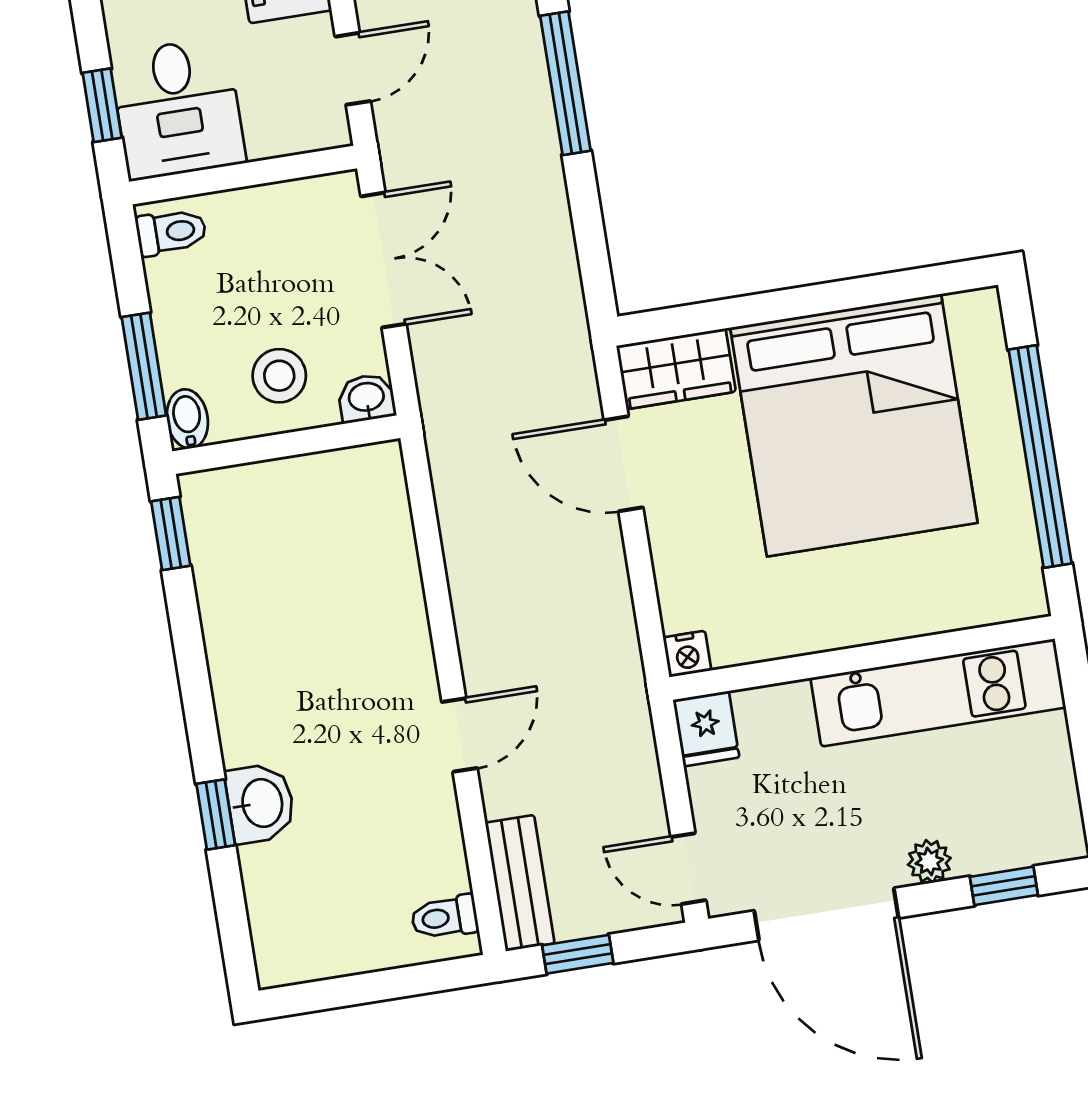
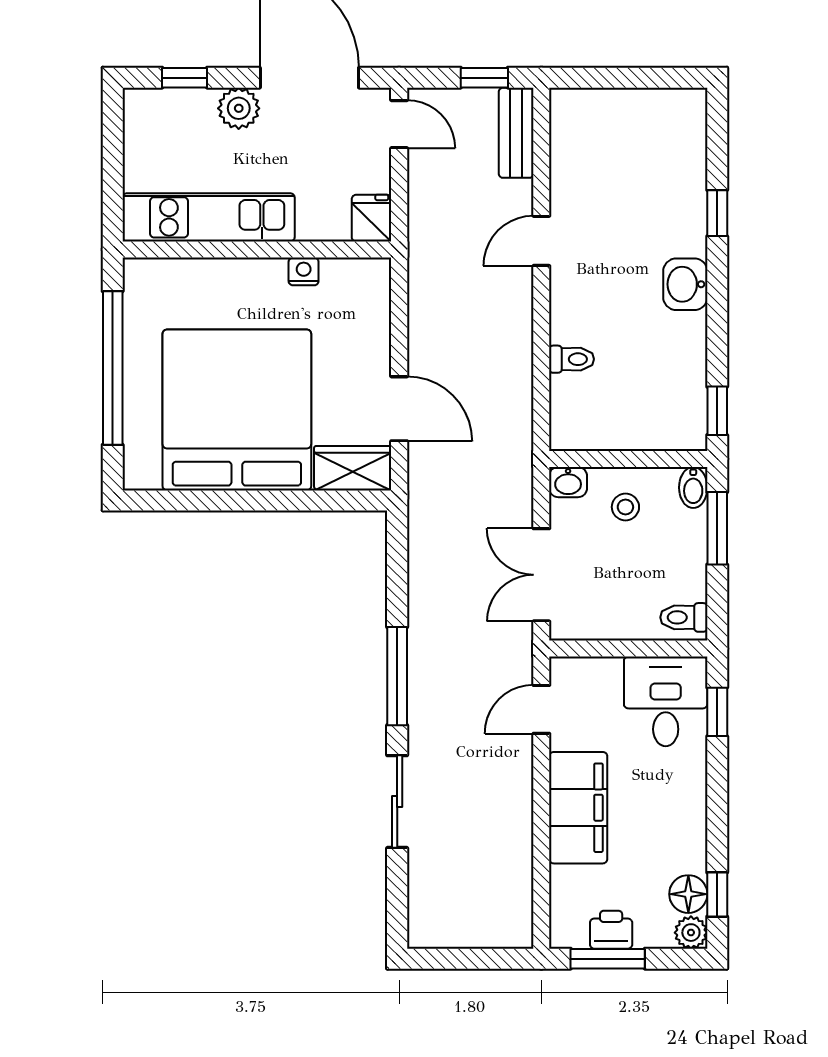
stool: (279, 376) -> (625, 507), width x0.73, depth x0.73
nightstand: (687, 654) -> (304, 271), moved
washbasin: (260, 803) -> (685, 284), moved
plant: (929, 861) -> (239, 108), width x1.38, depth x1.38
toilet: (445, 917) -> (572, 359), moved

